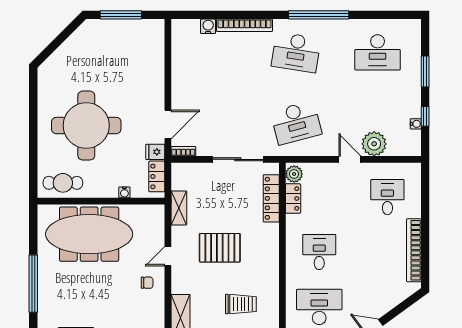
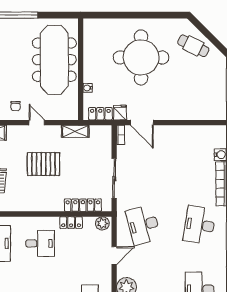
door: (350, 159) -> (114, 255), moved
cafe table: (63, 183) -> (193, 46), moved, turned -63
locker: (293, 198) -> (71, 223), moved
pallet: (220, 248) -> (43, 164), turned 90

